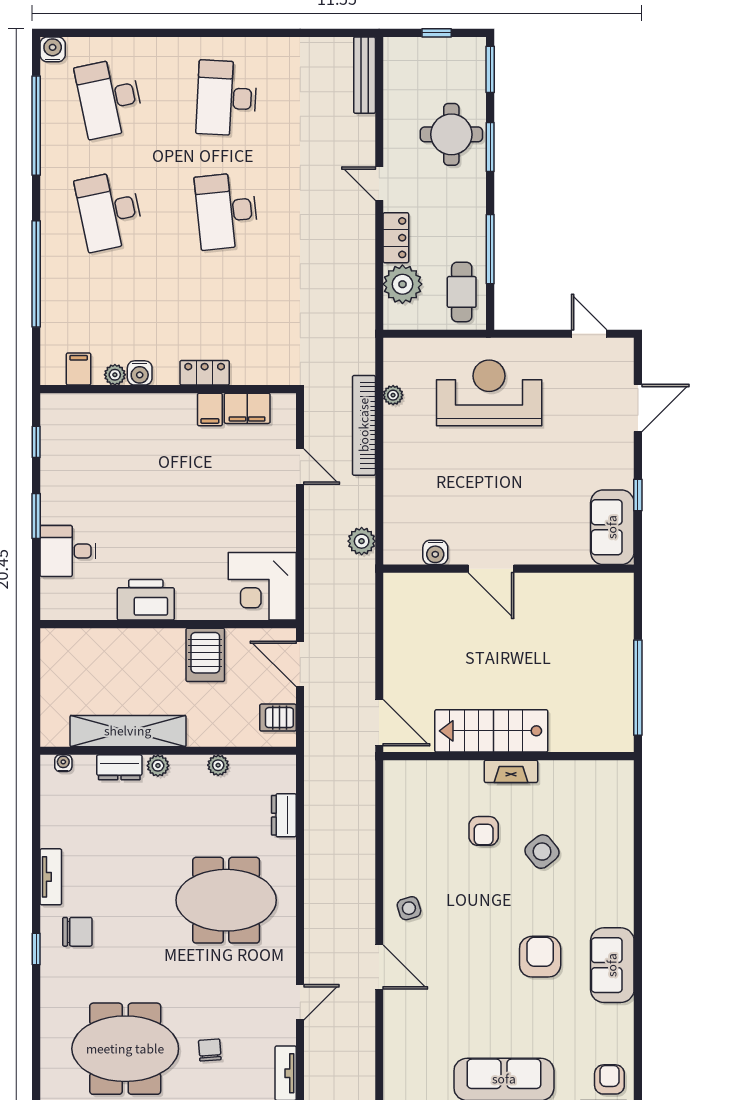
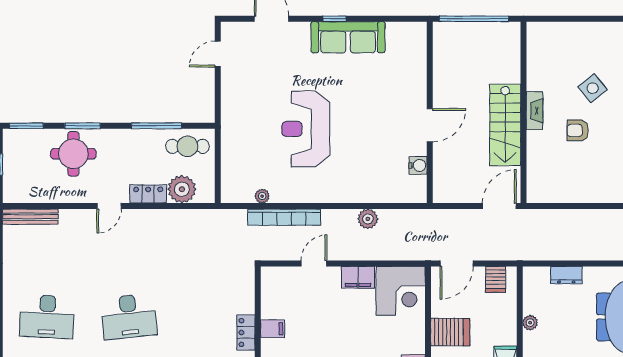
reception desk: (489, 393) -> (306, 129), moved
filing cabinet: (247, 408) -> (358, 277), moved, turned 90
sofa: (612, 527) -> (348, 37), width x1.36
water cooler: (435, 552) -> (418, 165), moved
door: (491, 569) -> (430, 125), moved
wall: (509, 569) -> (430, 112), moved
armchair: (484, 831) -> (578, 130), turned 180

